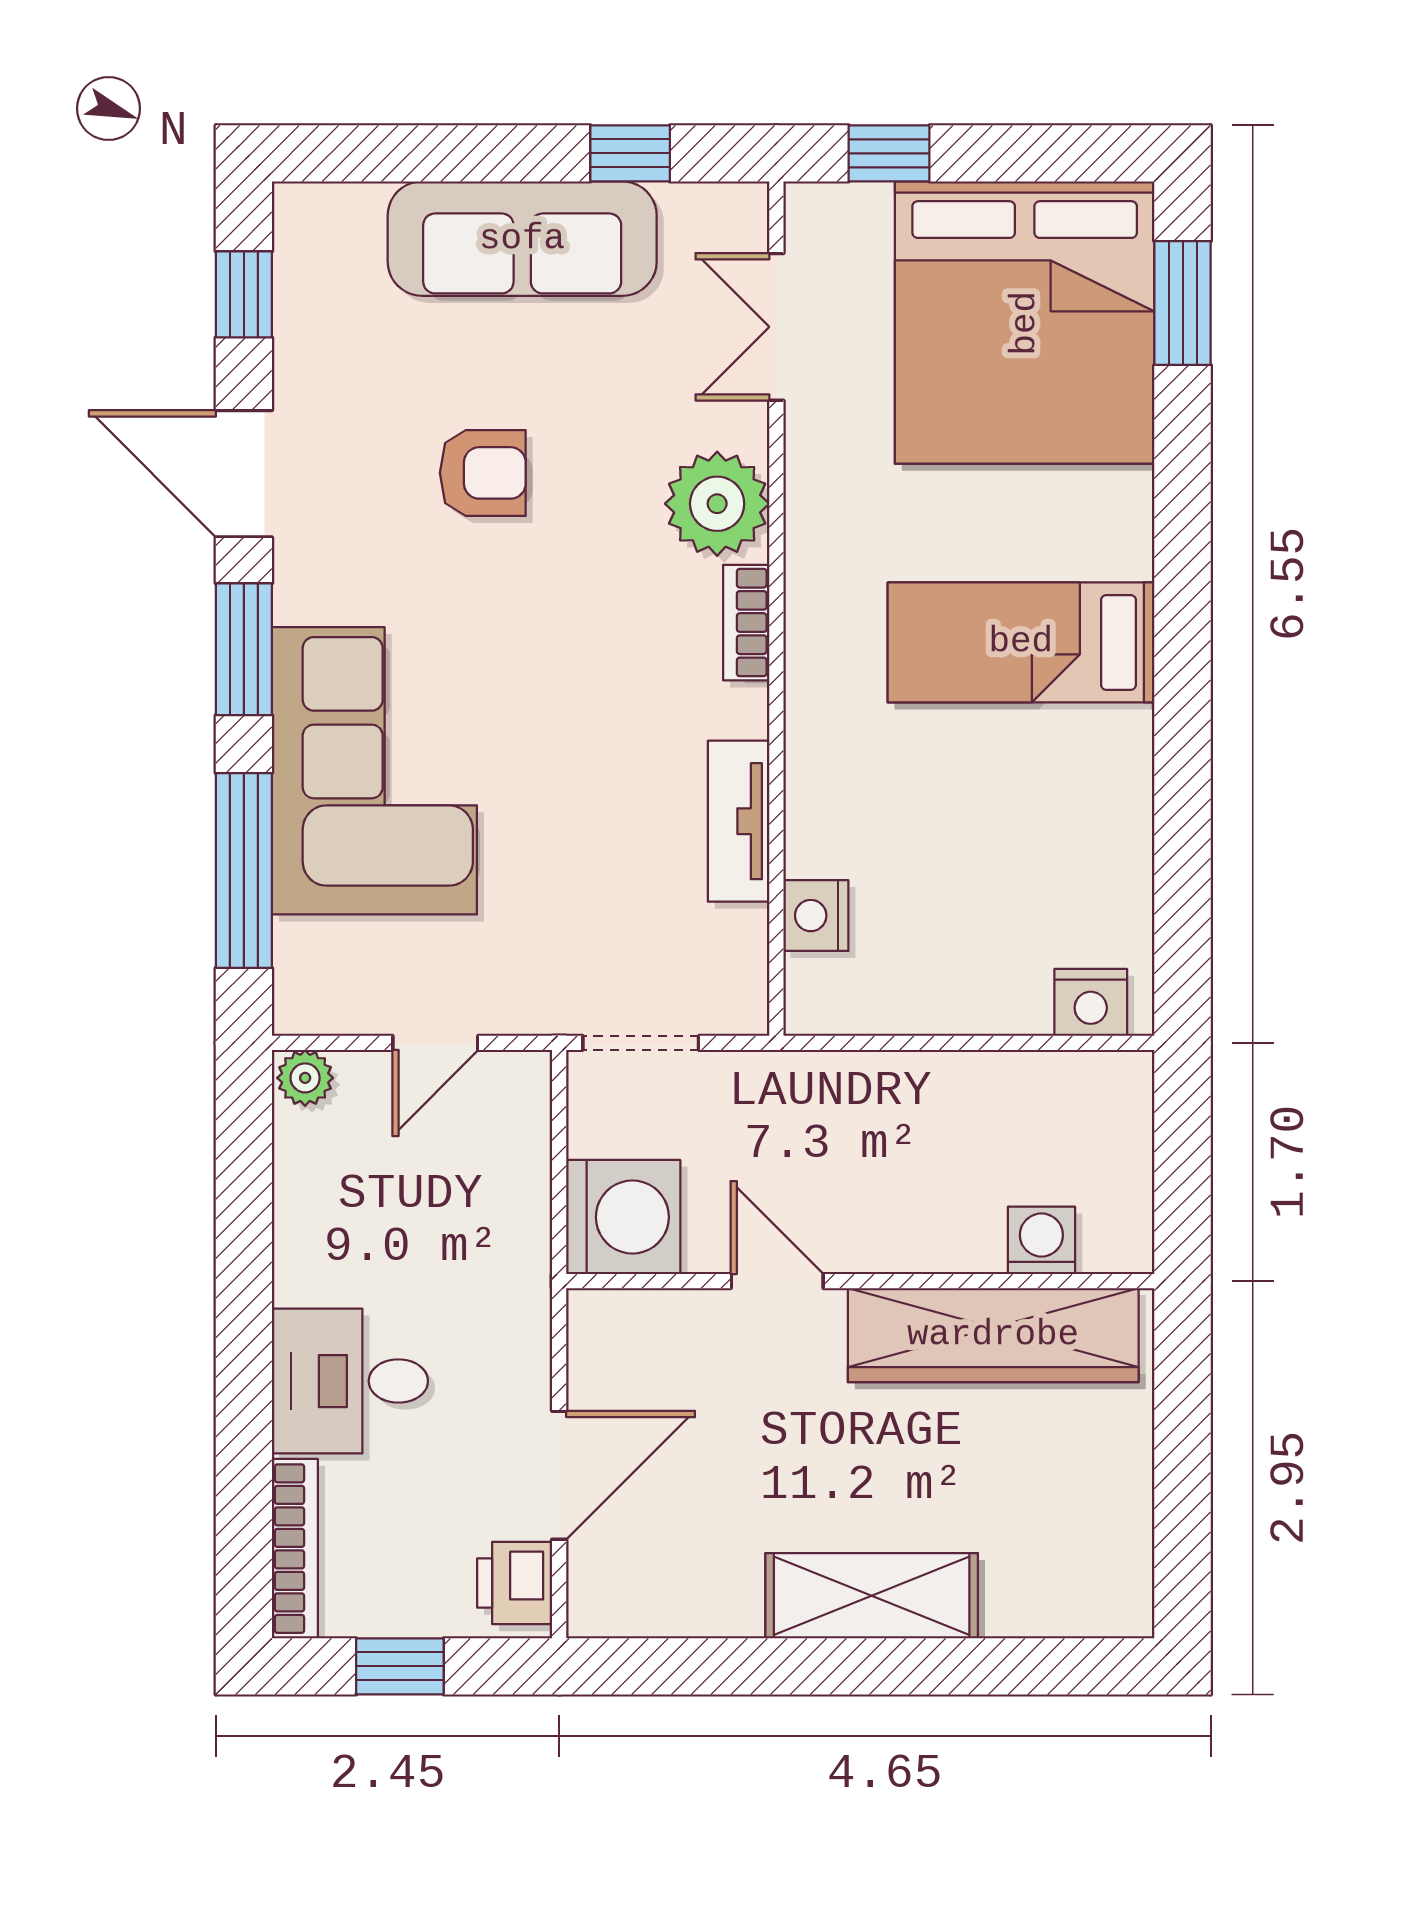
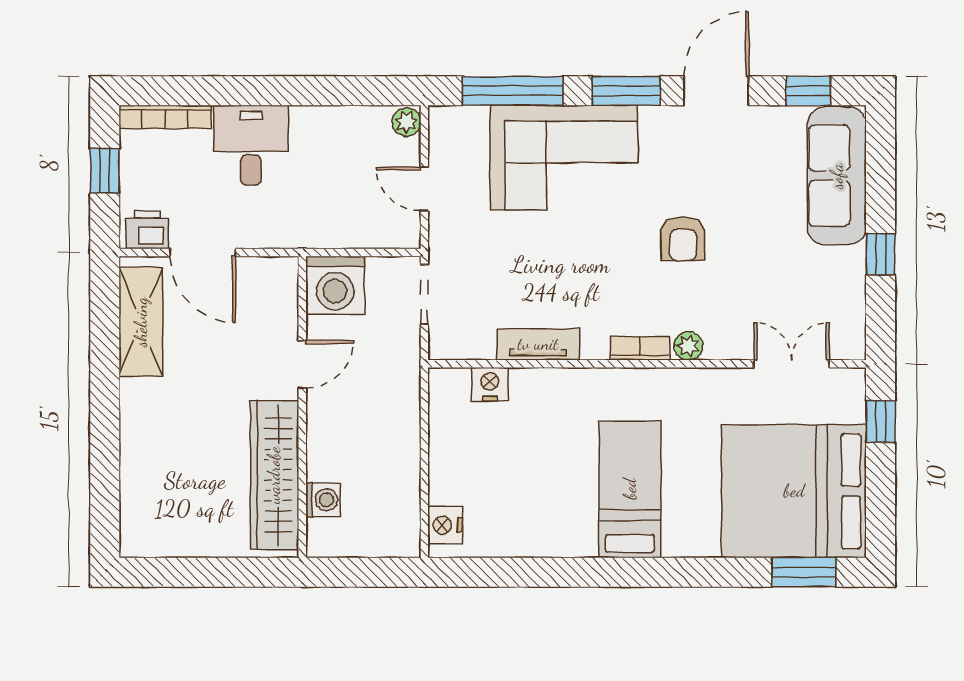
window: (630, 153) -> (881, 254), moved
sofa: (522, 239) -> (837, 176), moved
armchair: (483, 473) -> (683, 239), moved
plant: (717, 504) -> (688, 346), width x0.53, depth x0.53
shelving: (872, 1596) -> (141, 322), moved

